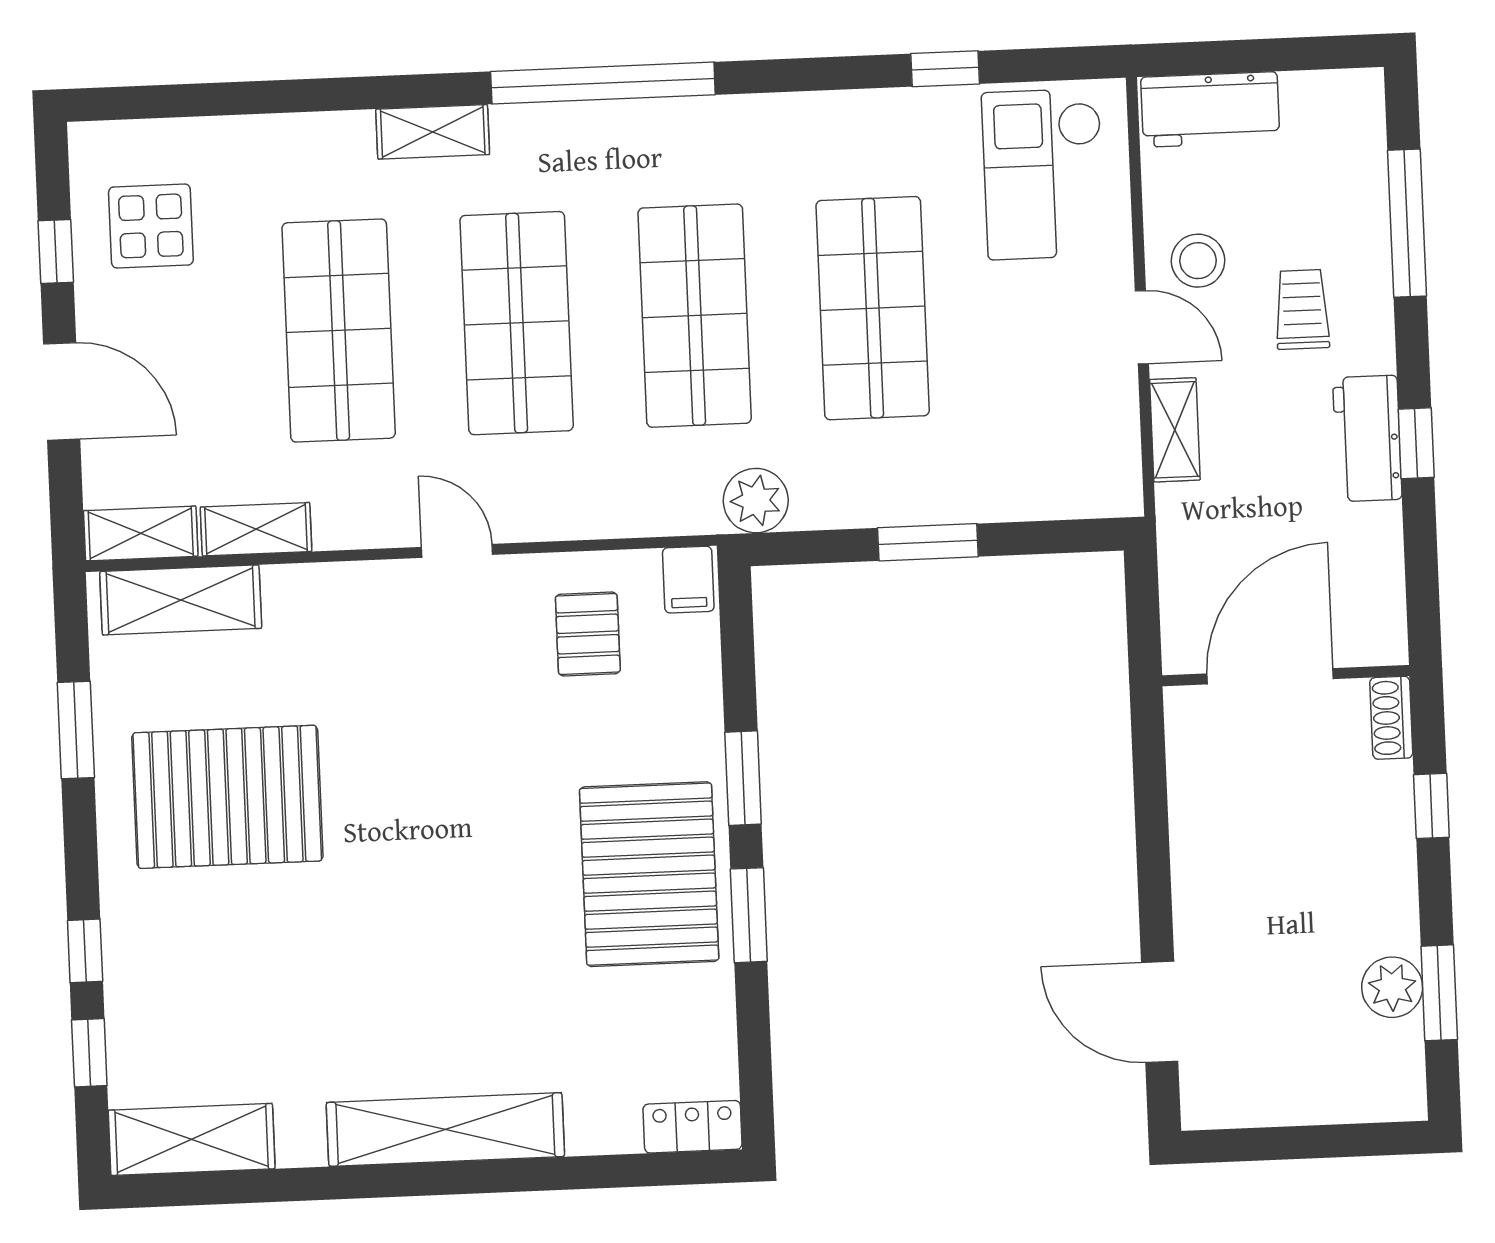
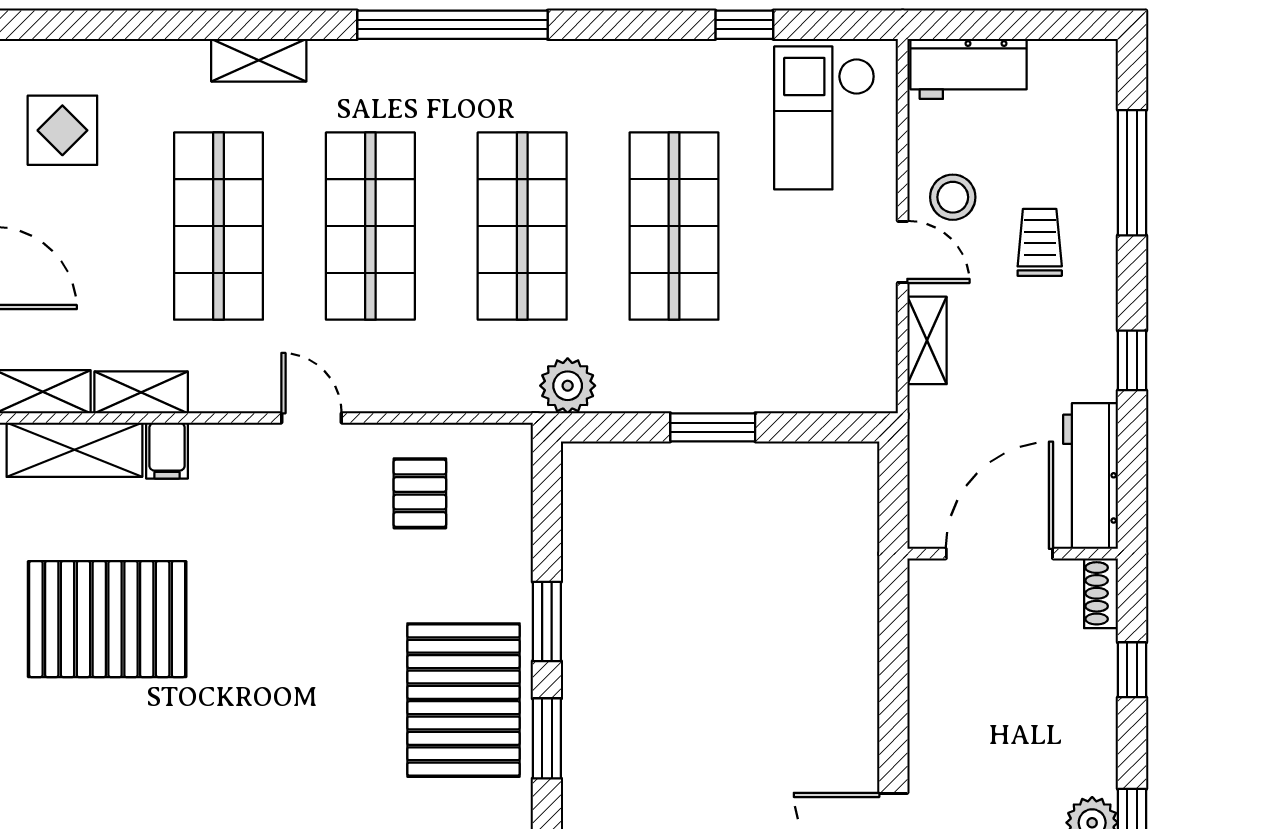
shelving: (433, 132) -> (259, 60), moved
workbench: (1367, 438) -> (1091, 476), moved, width x1.38
filing cabinet: (688, 580) -> (167, 451), moved

